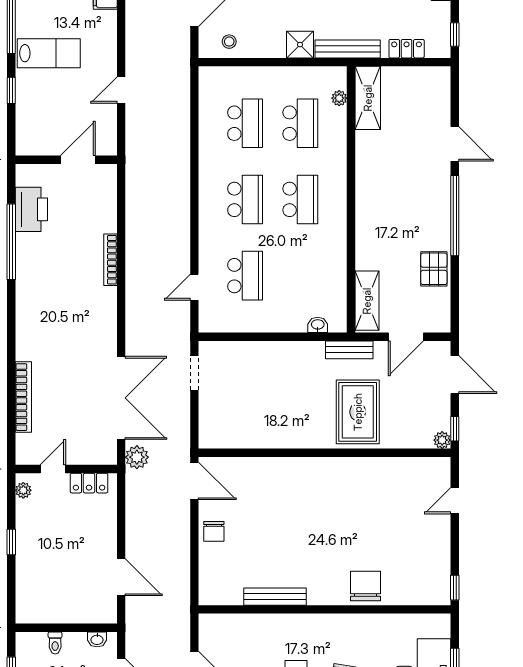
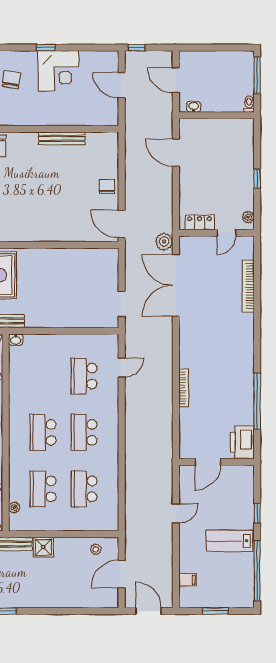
printer: (31, 209) -> (242, 442), moved
washbasin: (318, 325) -> (16, 340), moved
toilet: (55, 643) -> (249, 104), moved

